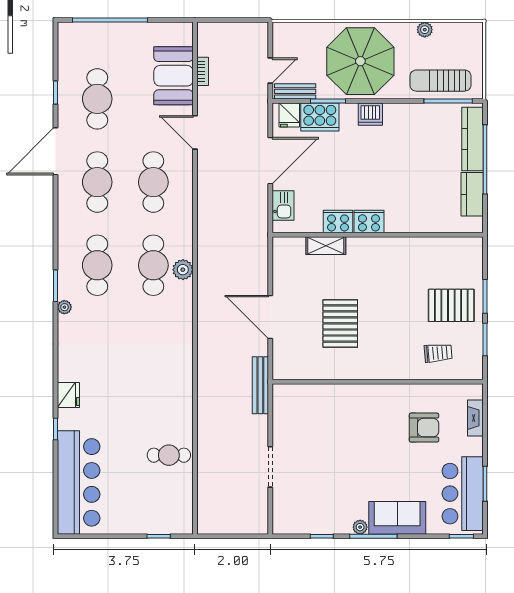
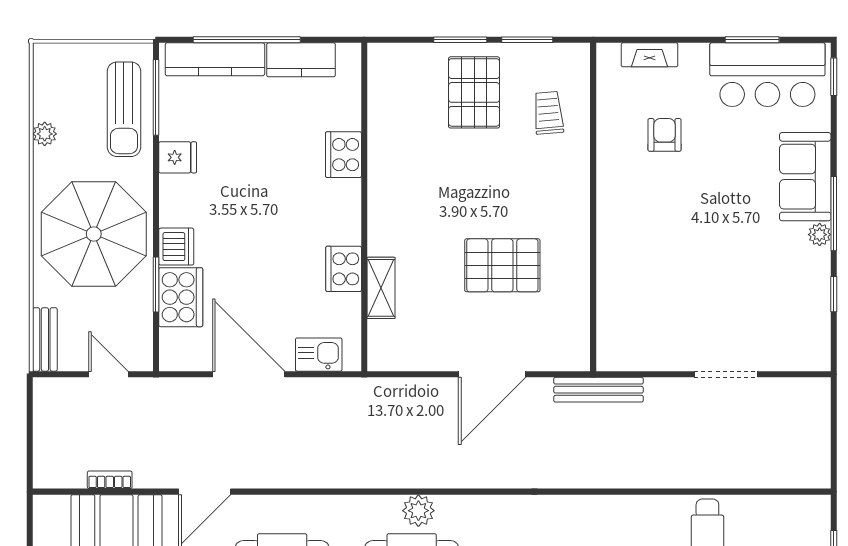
bench: (295, 91) -> (45, 339), moved
dishwasher: (370, 114) -> (176, 247), moved
fridge: (289, 115) -> (178, 157), moved
cooker: (369, 221) -> (344, 155), moved
armchair: (424, 428) -> (665, 135), width x0.72, depth x0.72

